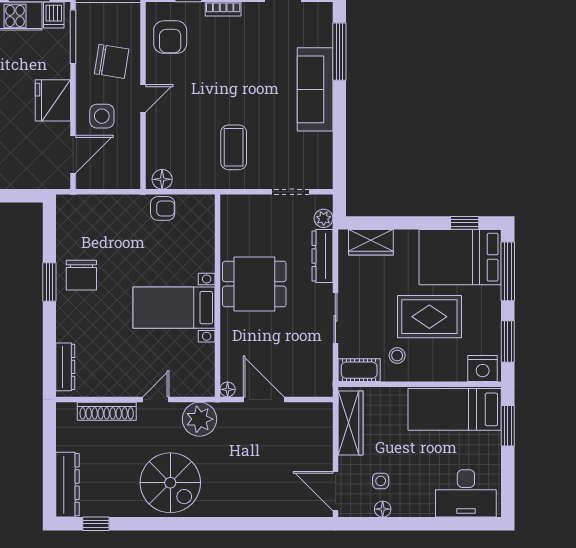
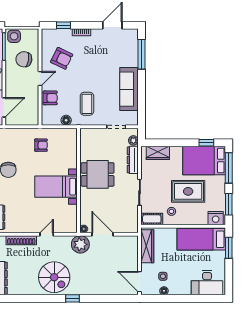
armchair: (170, 37) -> (62, 58), moved, turned -64
chair: (112, 61) -> (24, 59), turned 180
sofa: (315, 89) -> (129, 89), moved
side table: (102, 116) -> (14, 36), moved
armchair: (162, 136) -> (50, 98), added
floor lamp: (162, 179) -> (66, 120), moved
armchair: (163, 208) -> (41, 145), moved
plant: (199, 419) -> (80, 244), moved
window: (96, 524) -> (72, 298), moved

